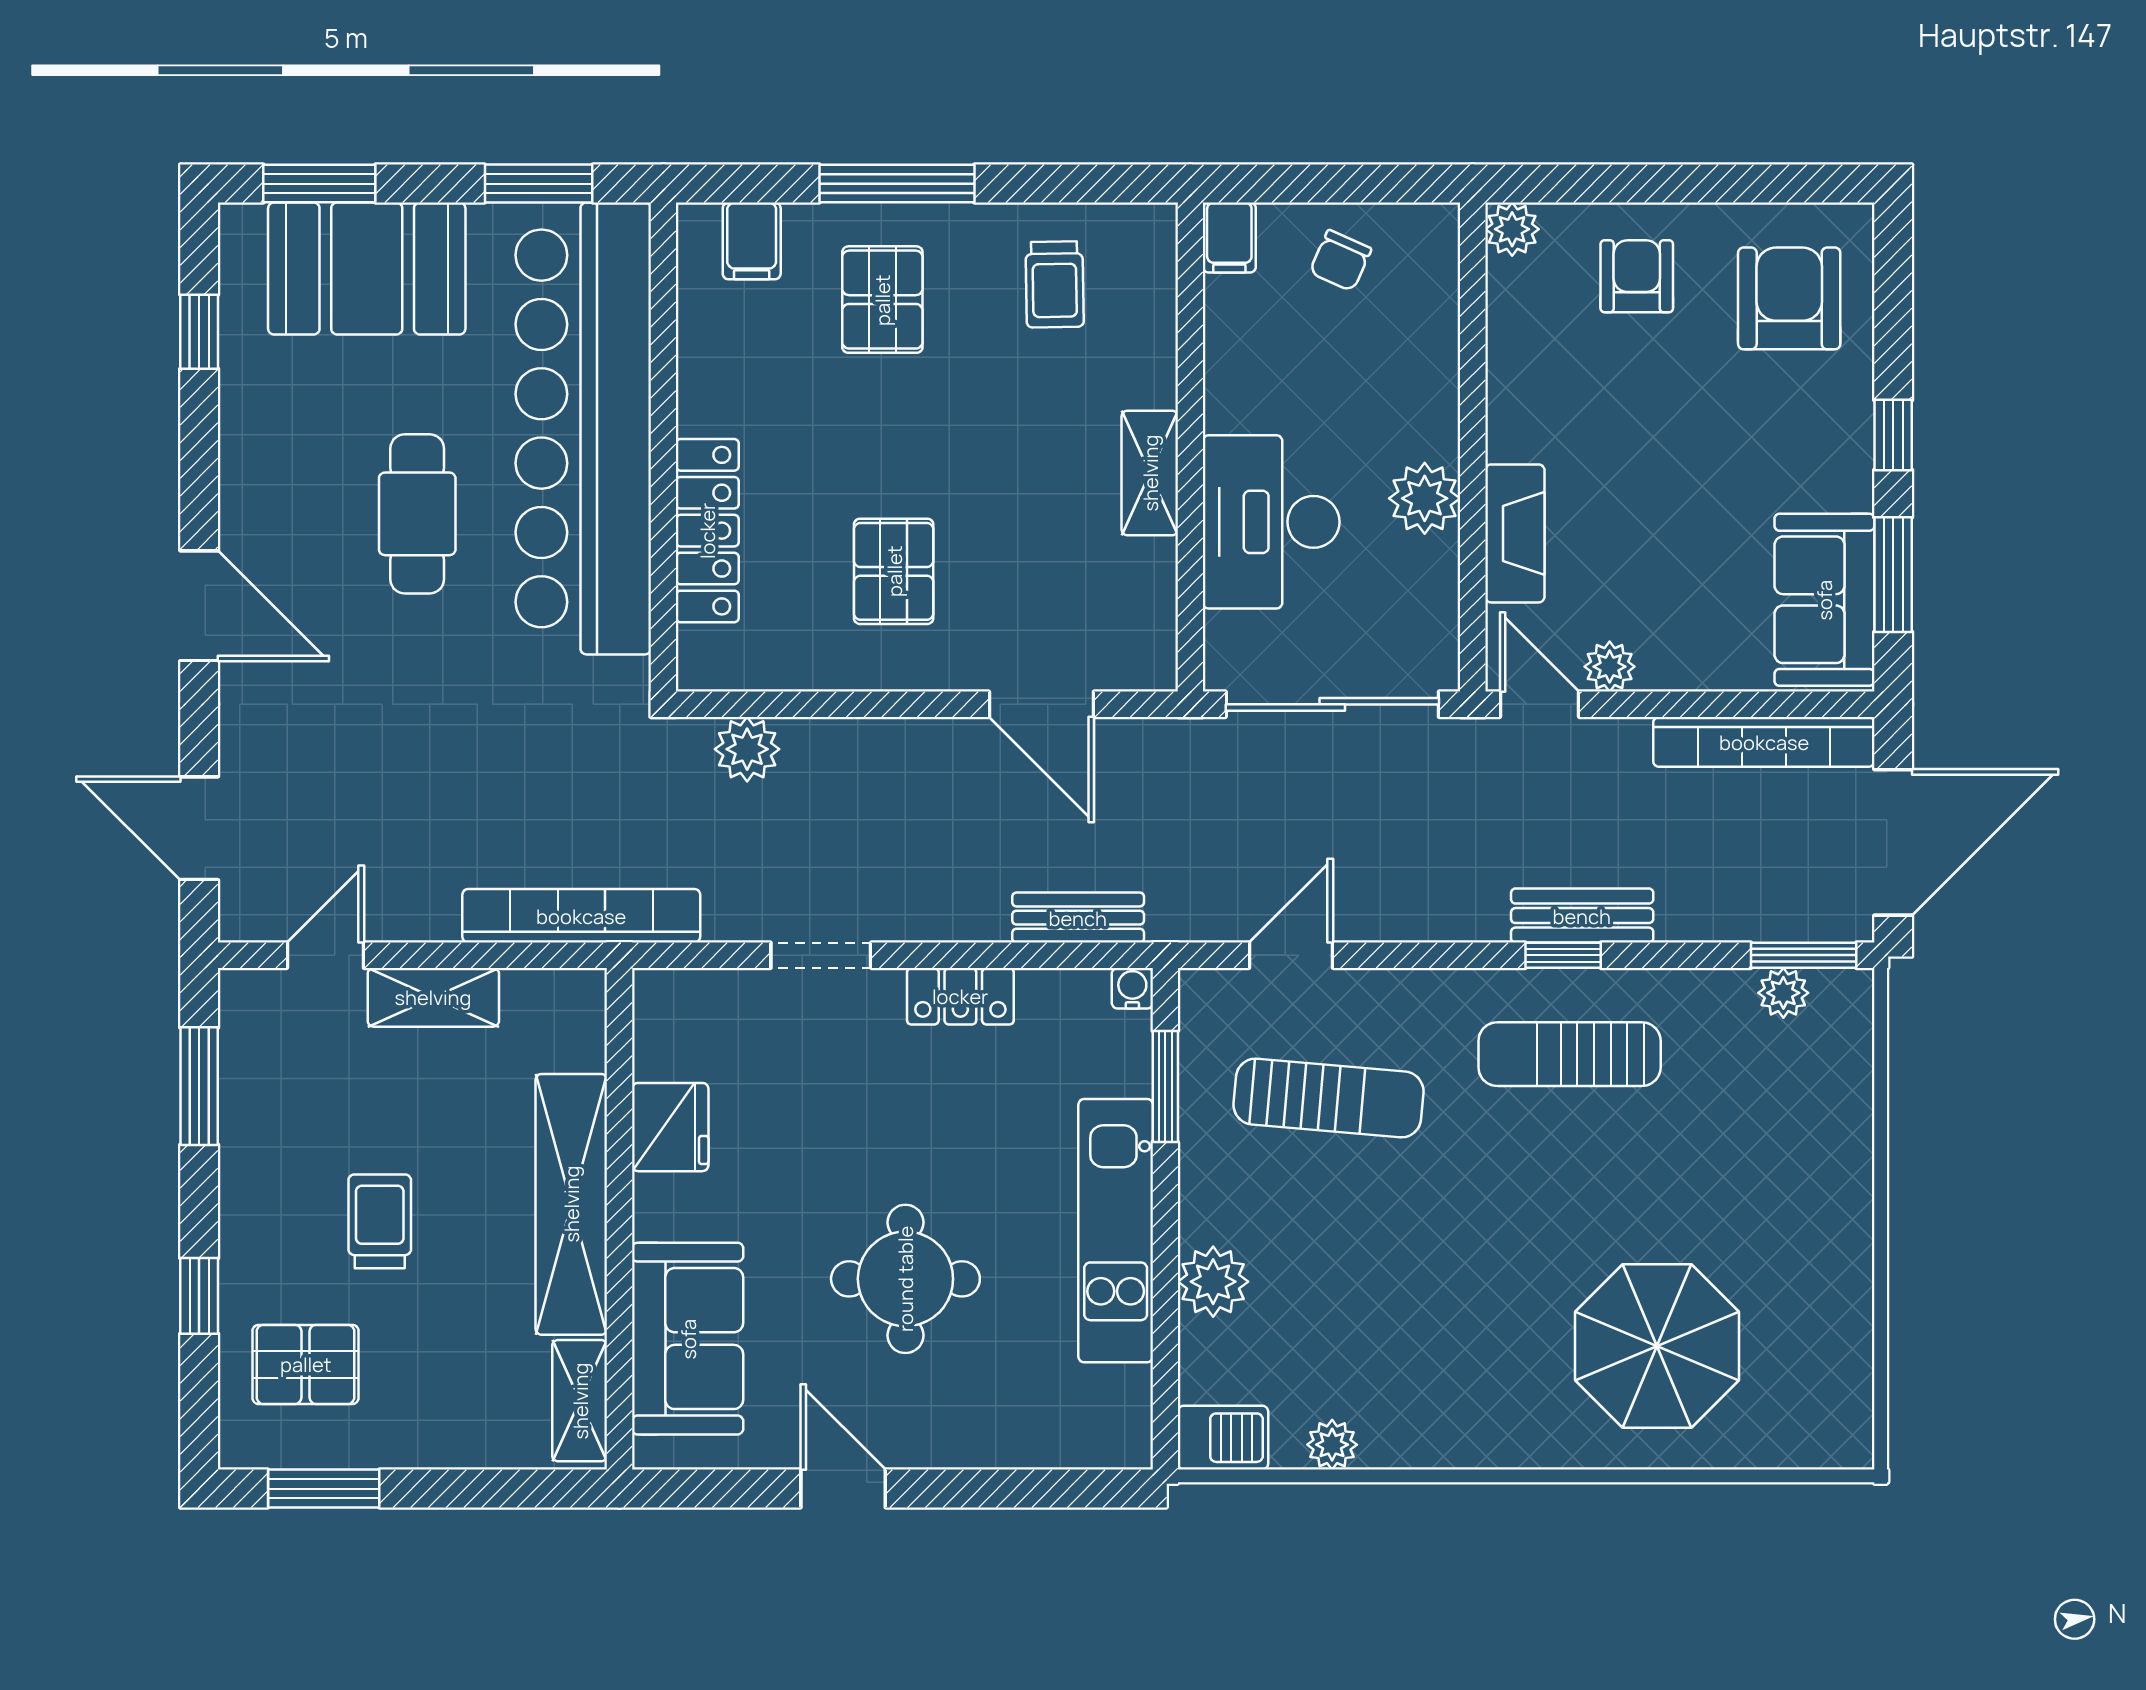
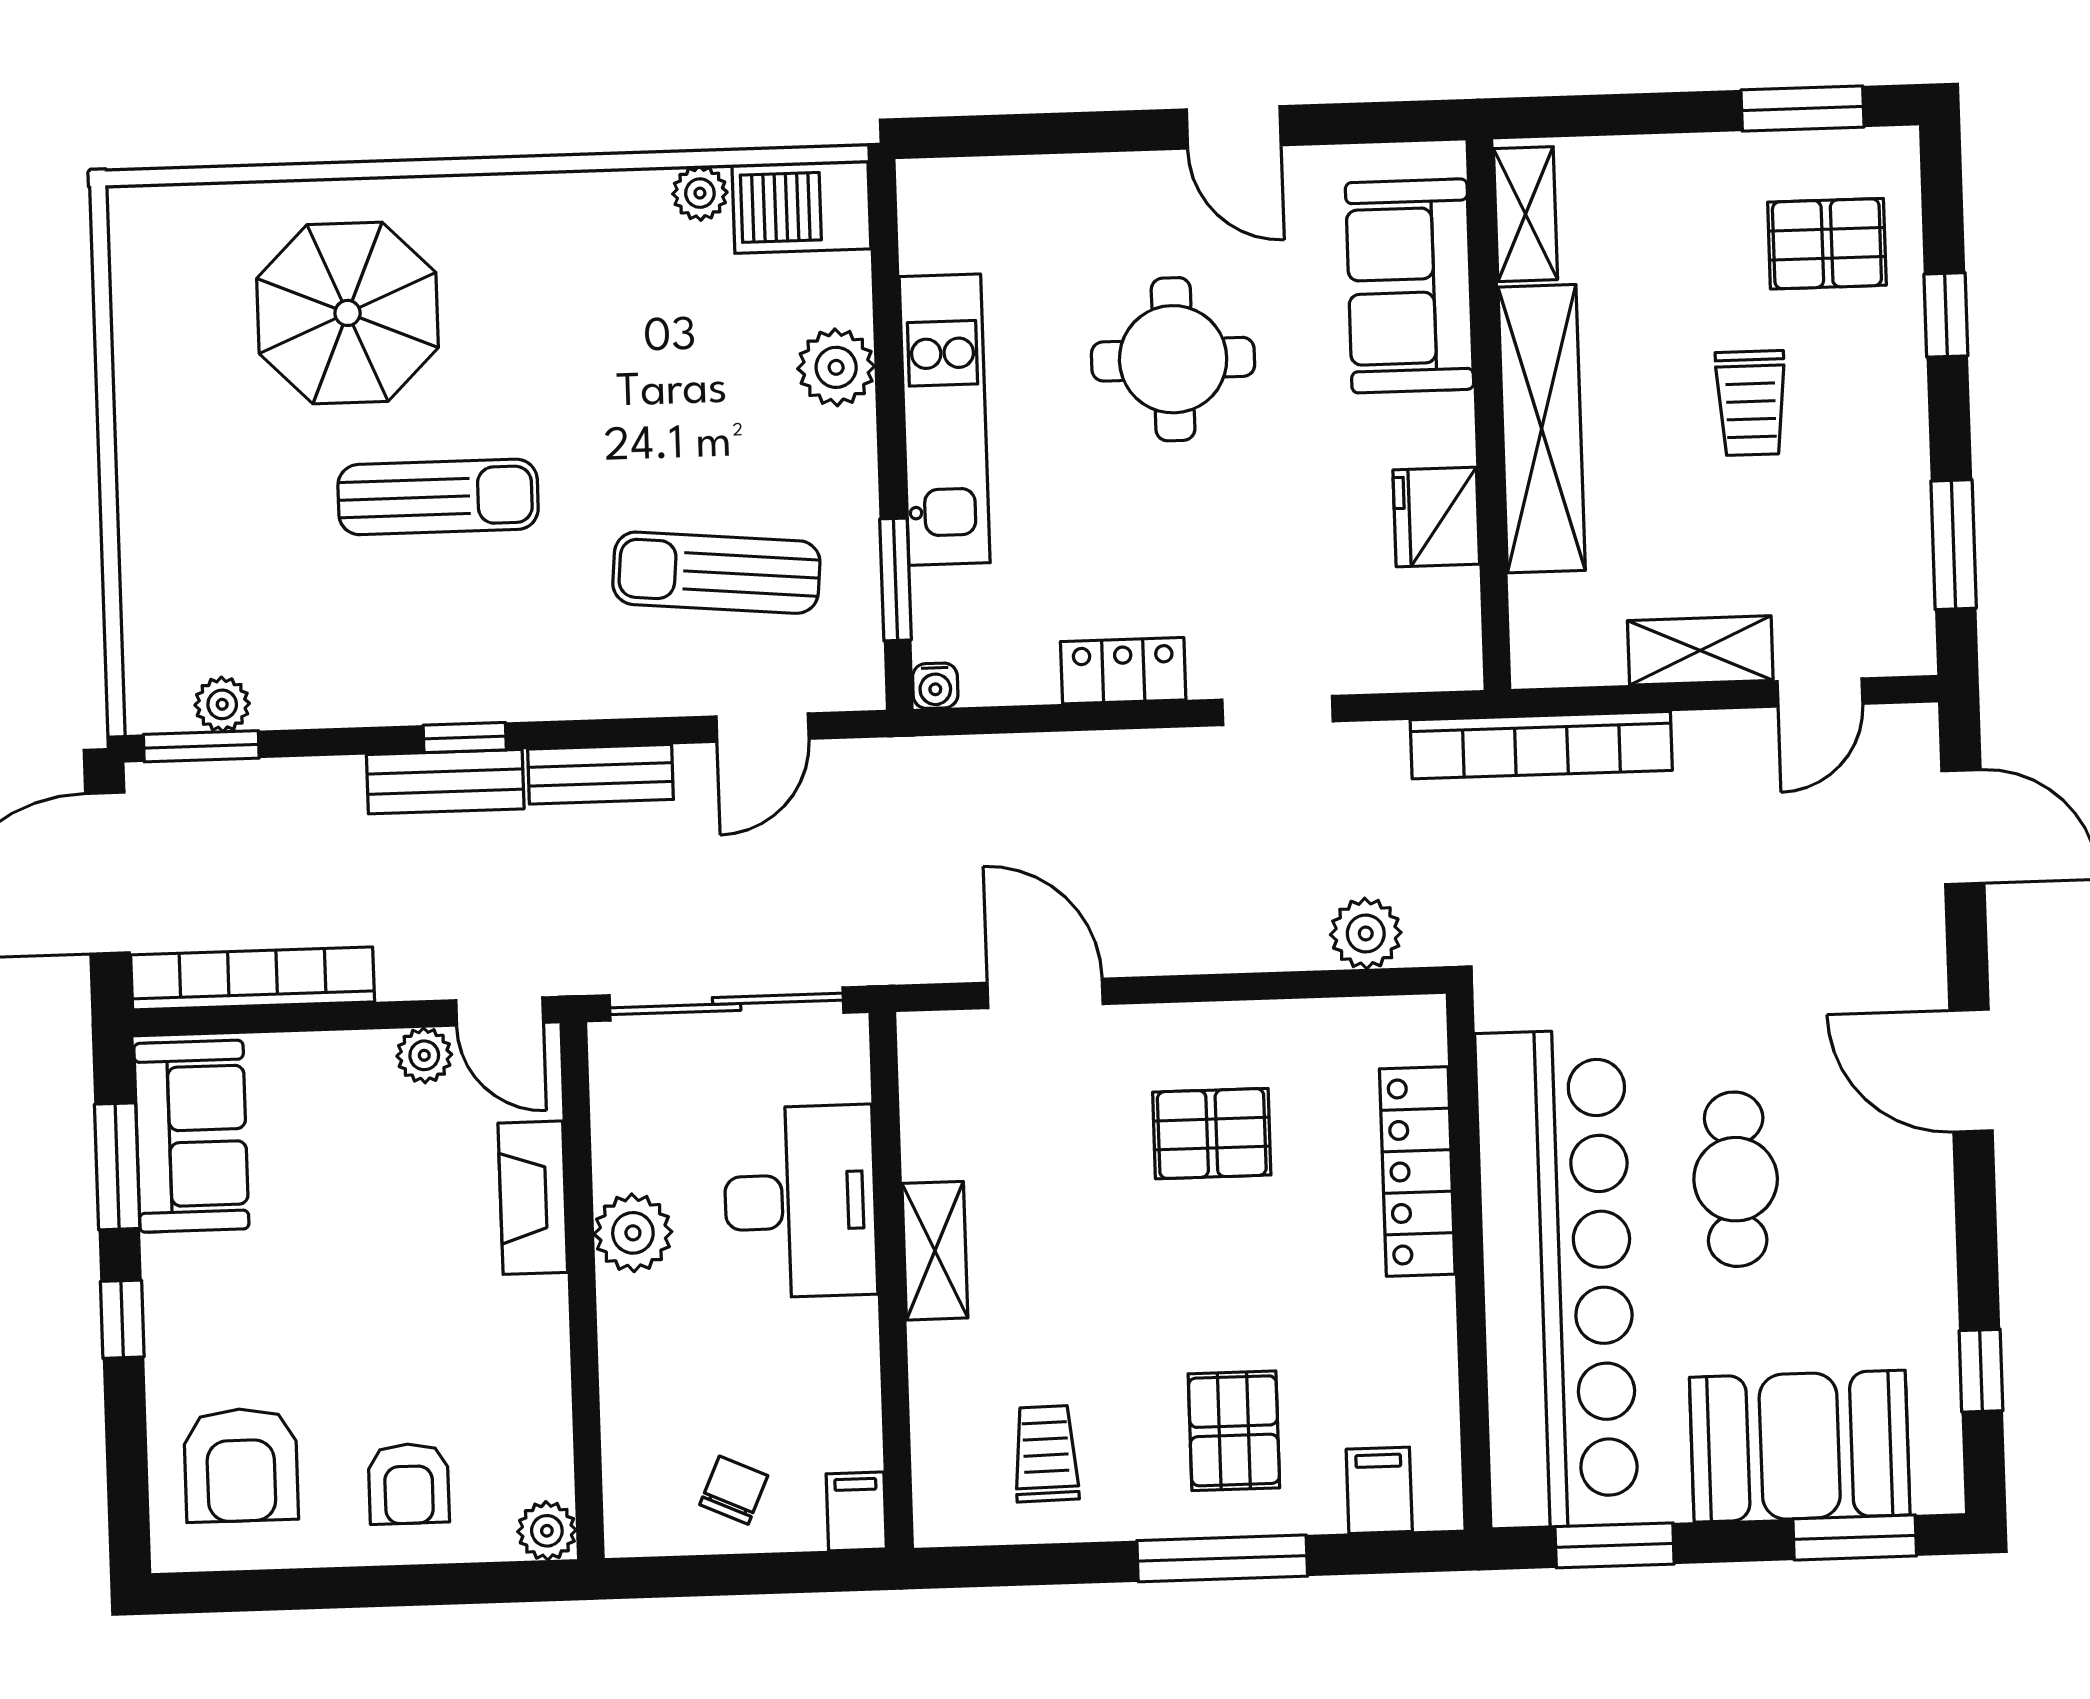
pallet: (894, 571) -> (1212, 1134), turned 90
bench: (1078, 918) -> (600, 774), moved
sun lounger: (1570, 1054) -> (438, 497), moved
barbecue: (1223, 1438) -> (801, 207), width x1.38, depth x1.27

